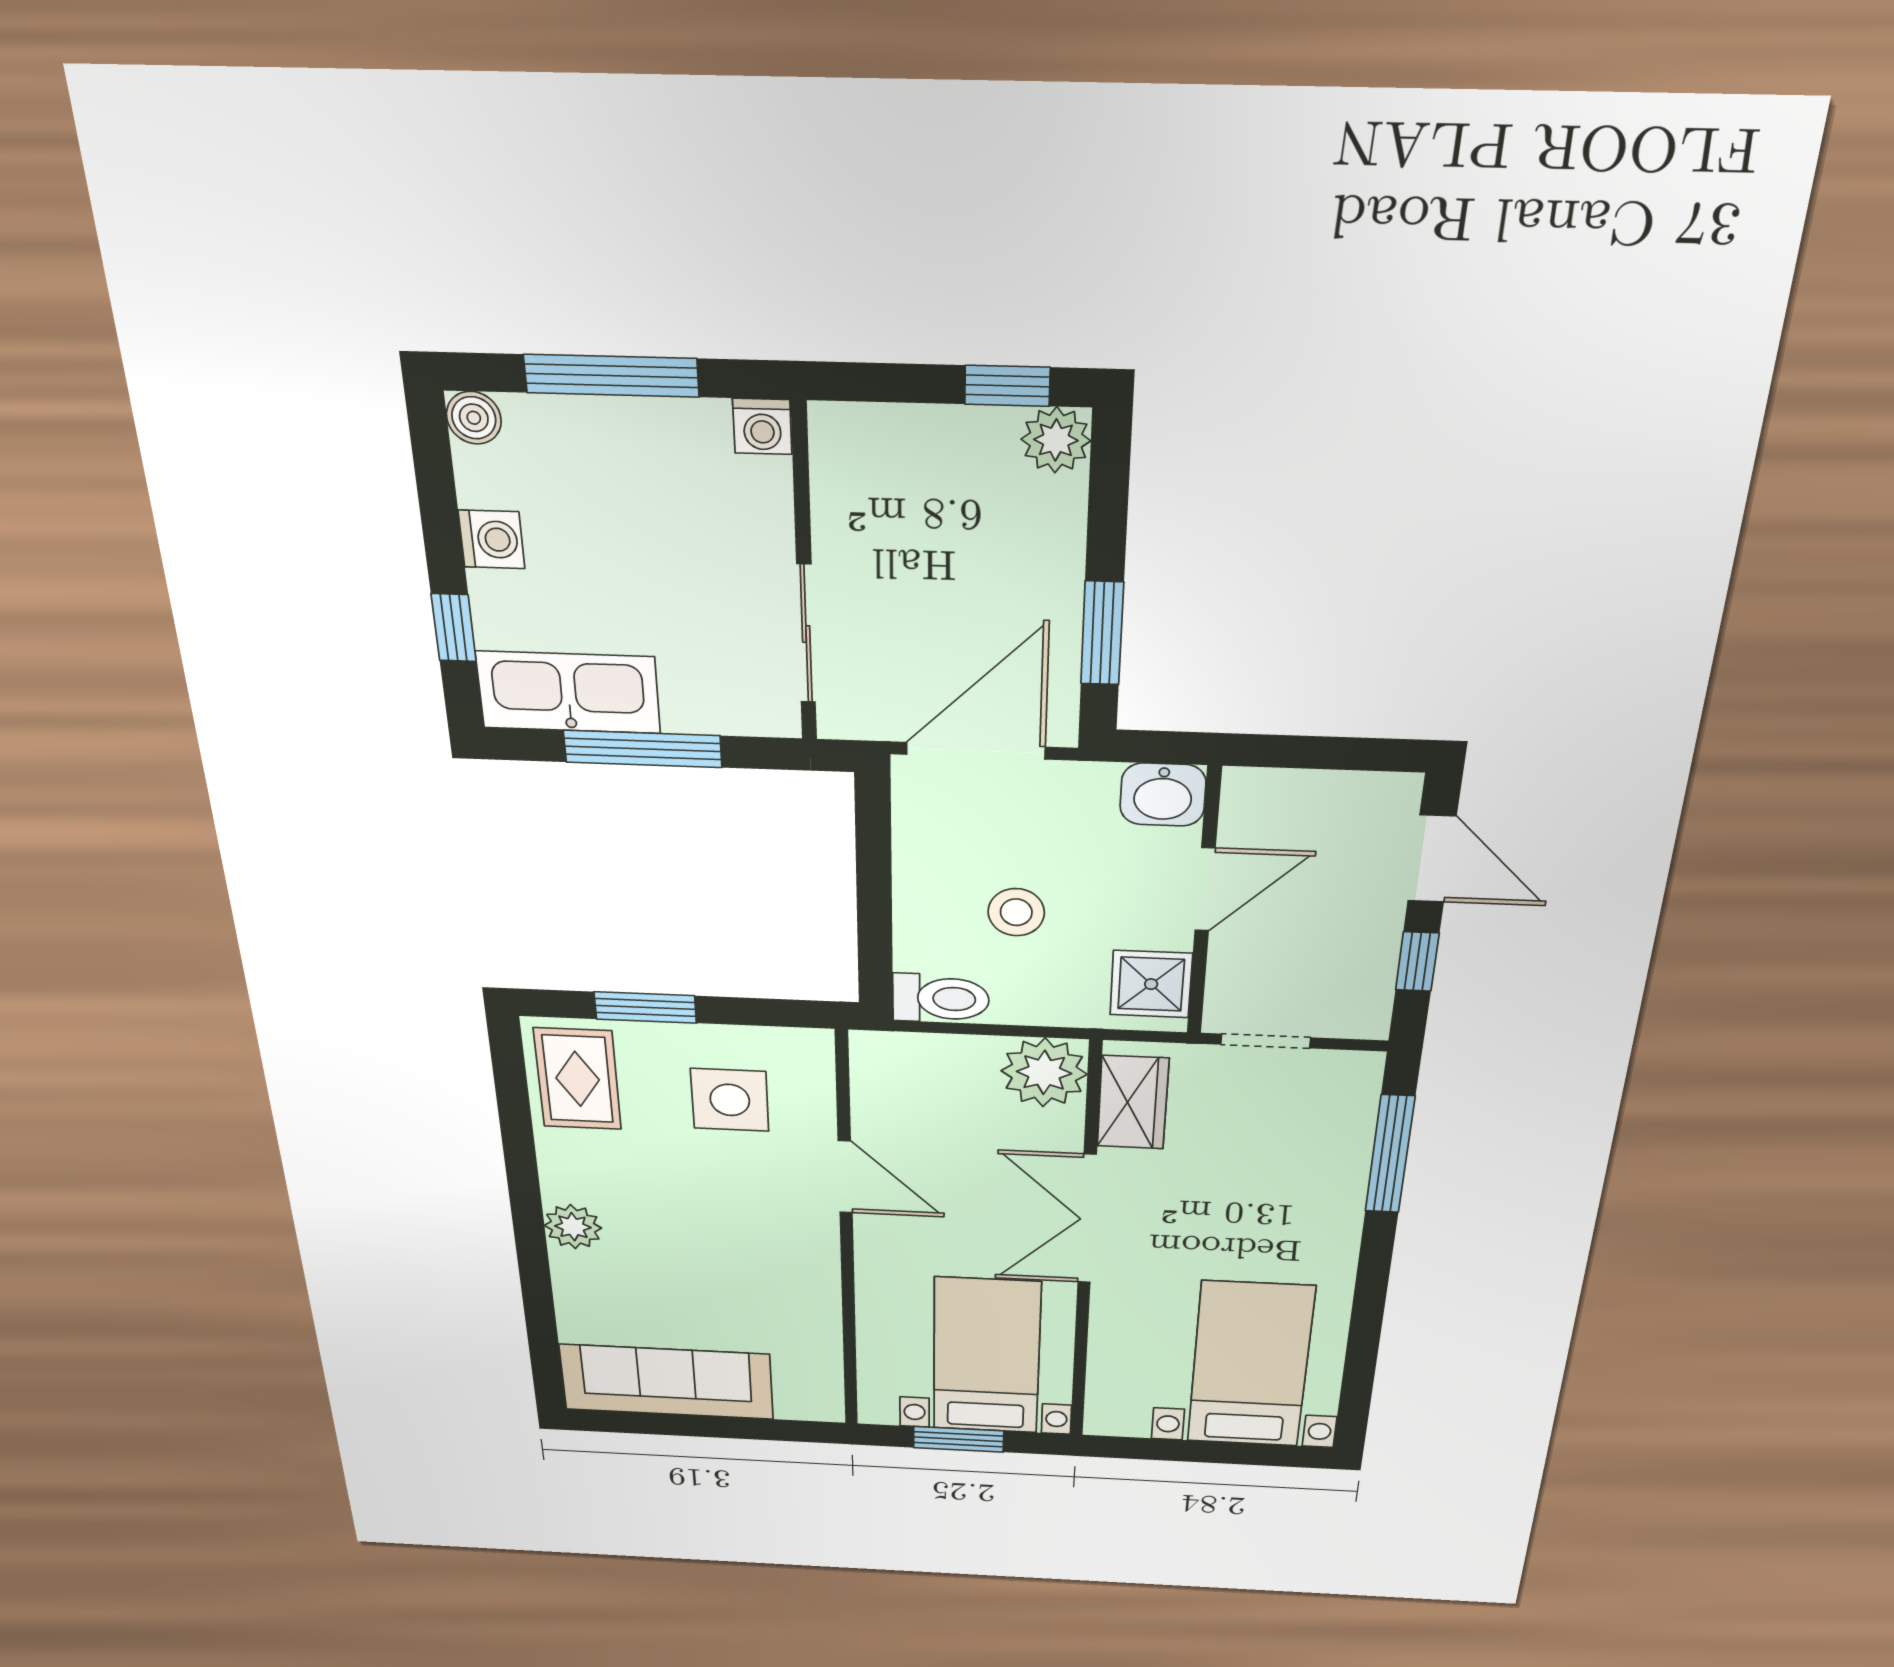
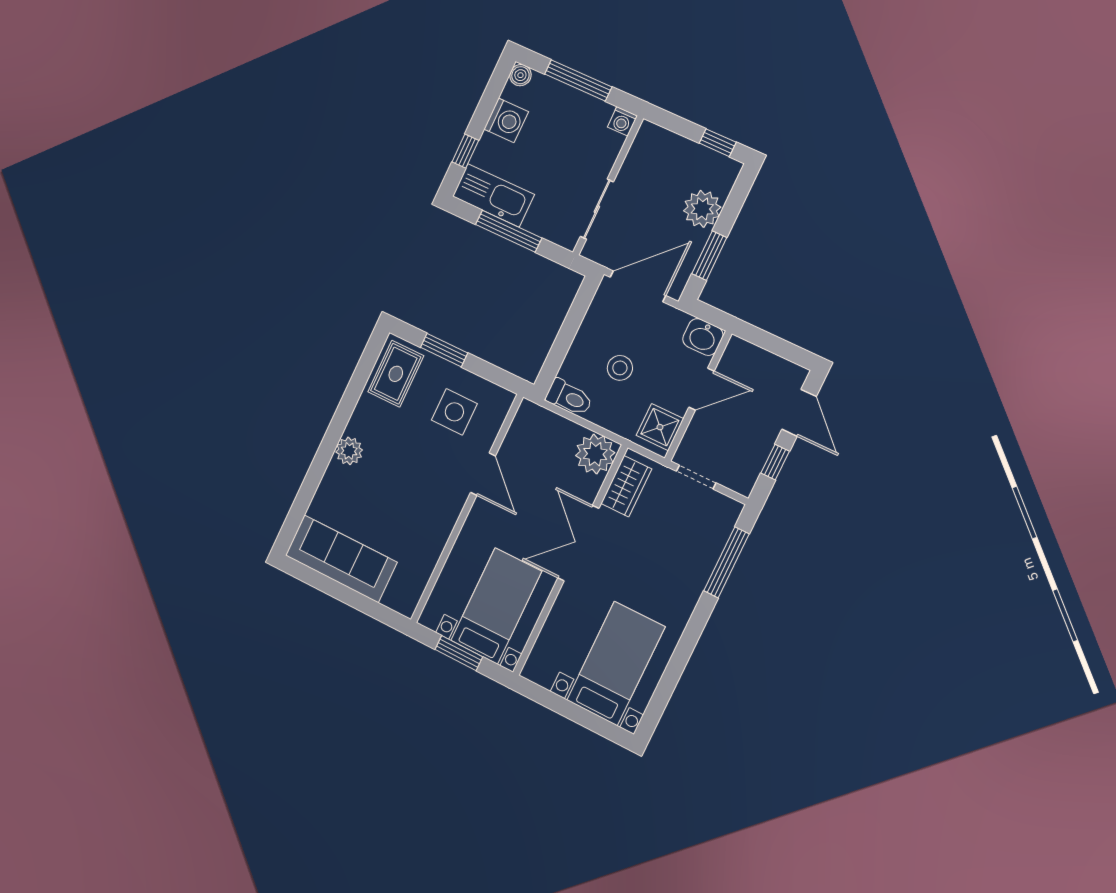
plant: (1056, 440) -> (702, 209), moved, width x1.36, depth x1.36
washing machine: (492, 539) -> (506, 120), width x1.38, depth x1.38

